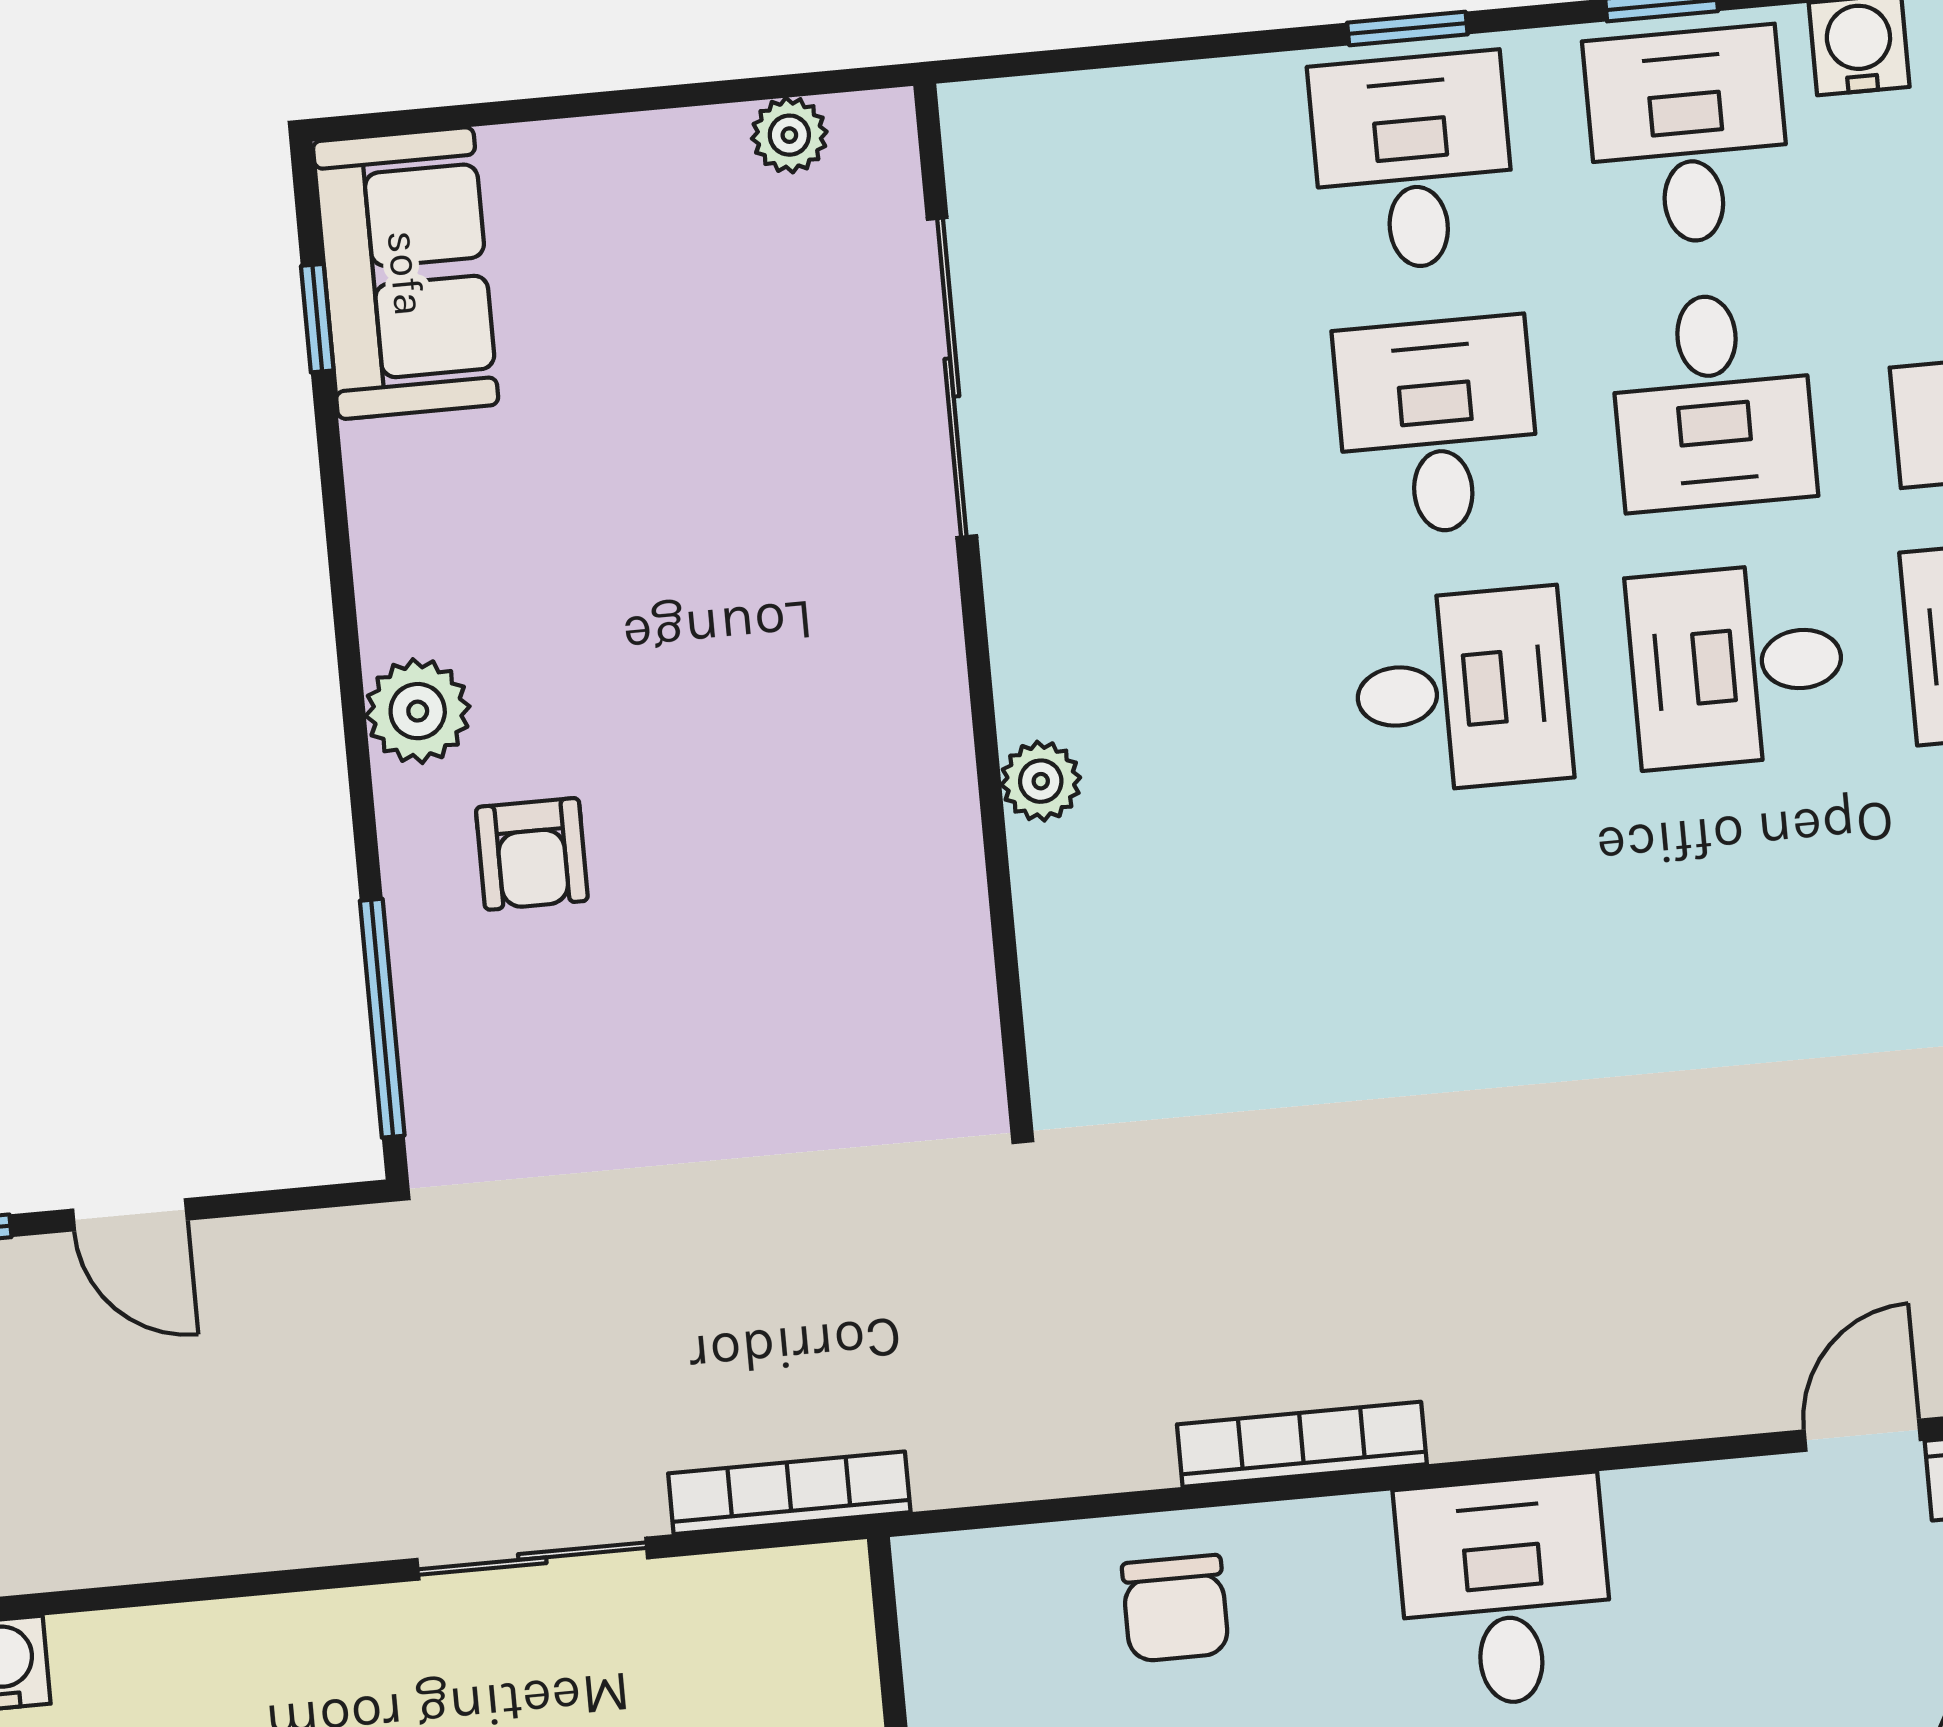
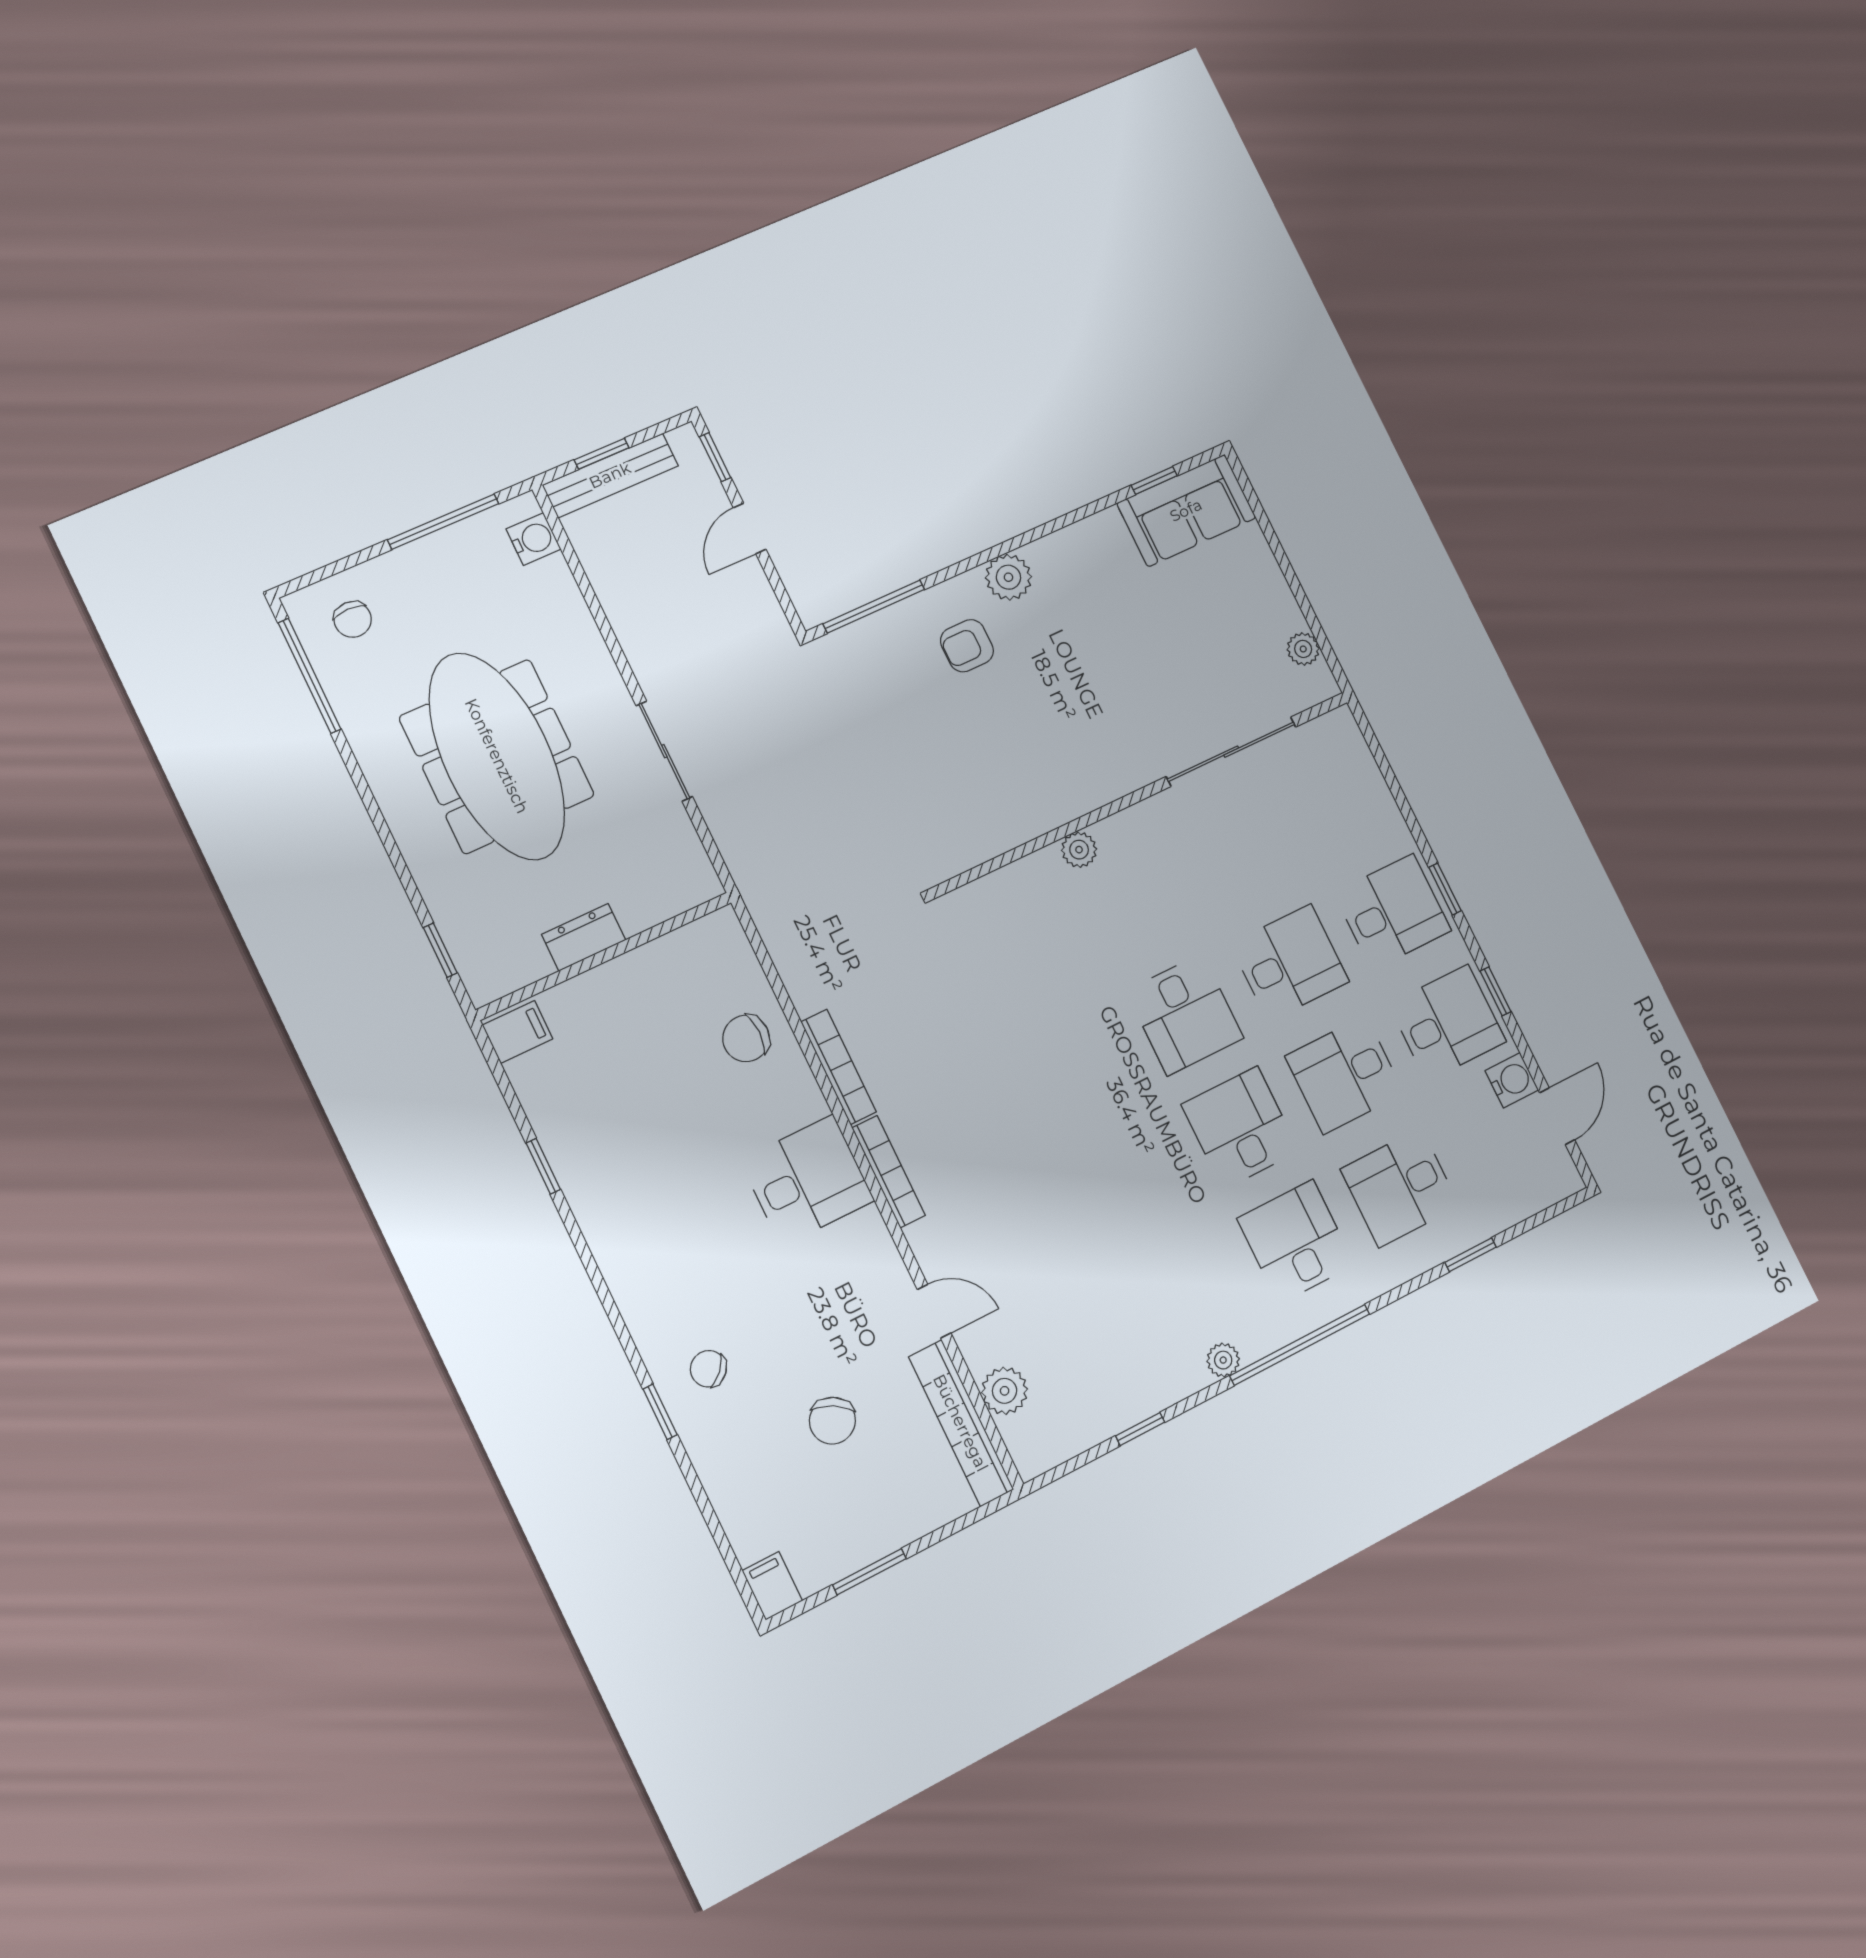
bookcase: (789, 1493) -> (889, 1172), moved

